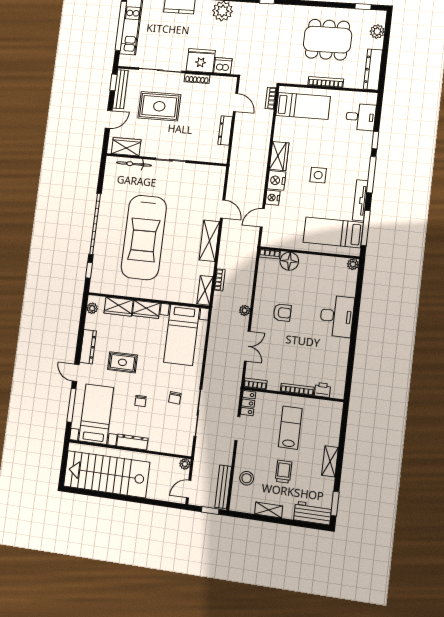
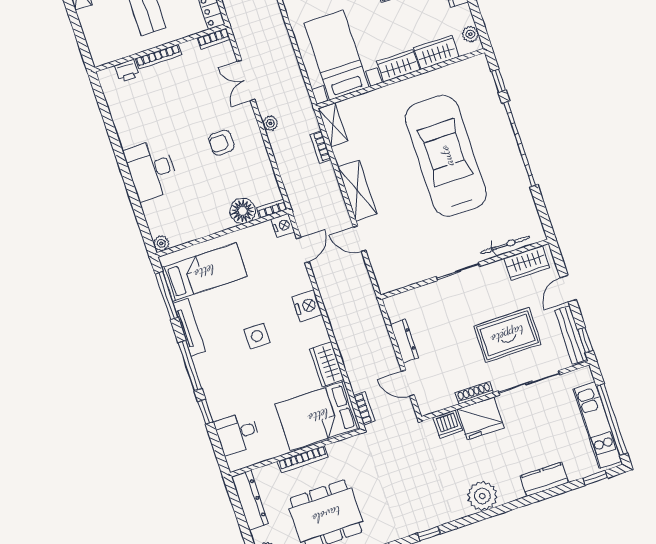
bed: (303, 106) -> (318, 416), width x1.50
wardrobe: (279, 156) -> (327, 364), moved
nightstand: (273, 198) -> (283, 226), moved

